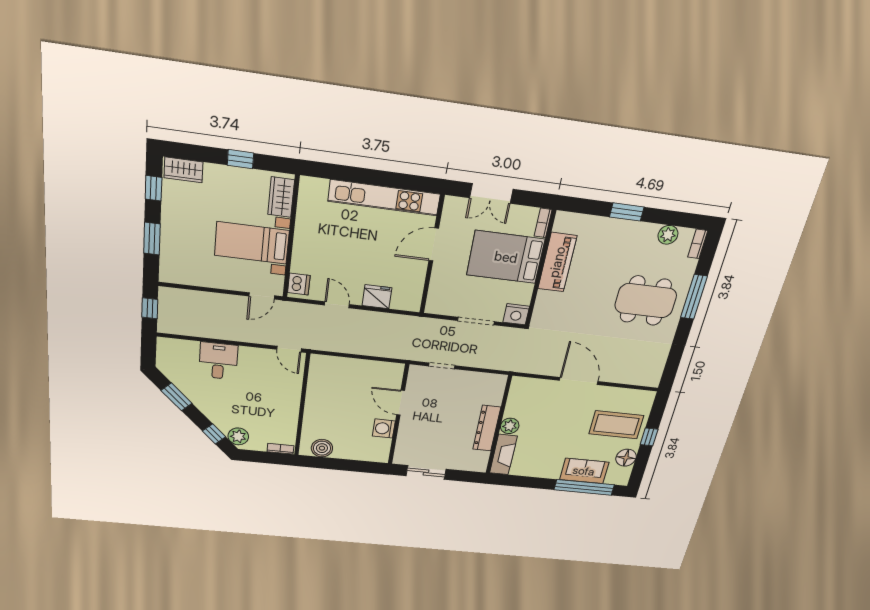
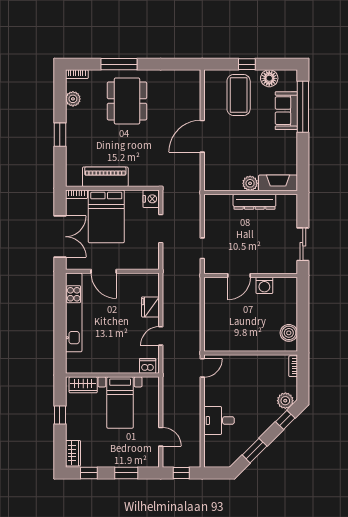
double door: (491, 193) -> (60, 237), width x1.37
door: (262, 296) -> (161, 437), moved

